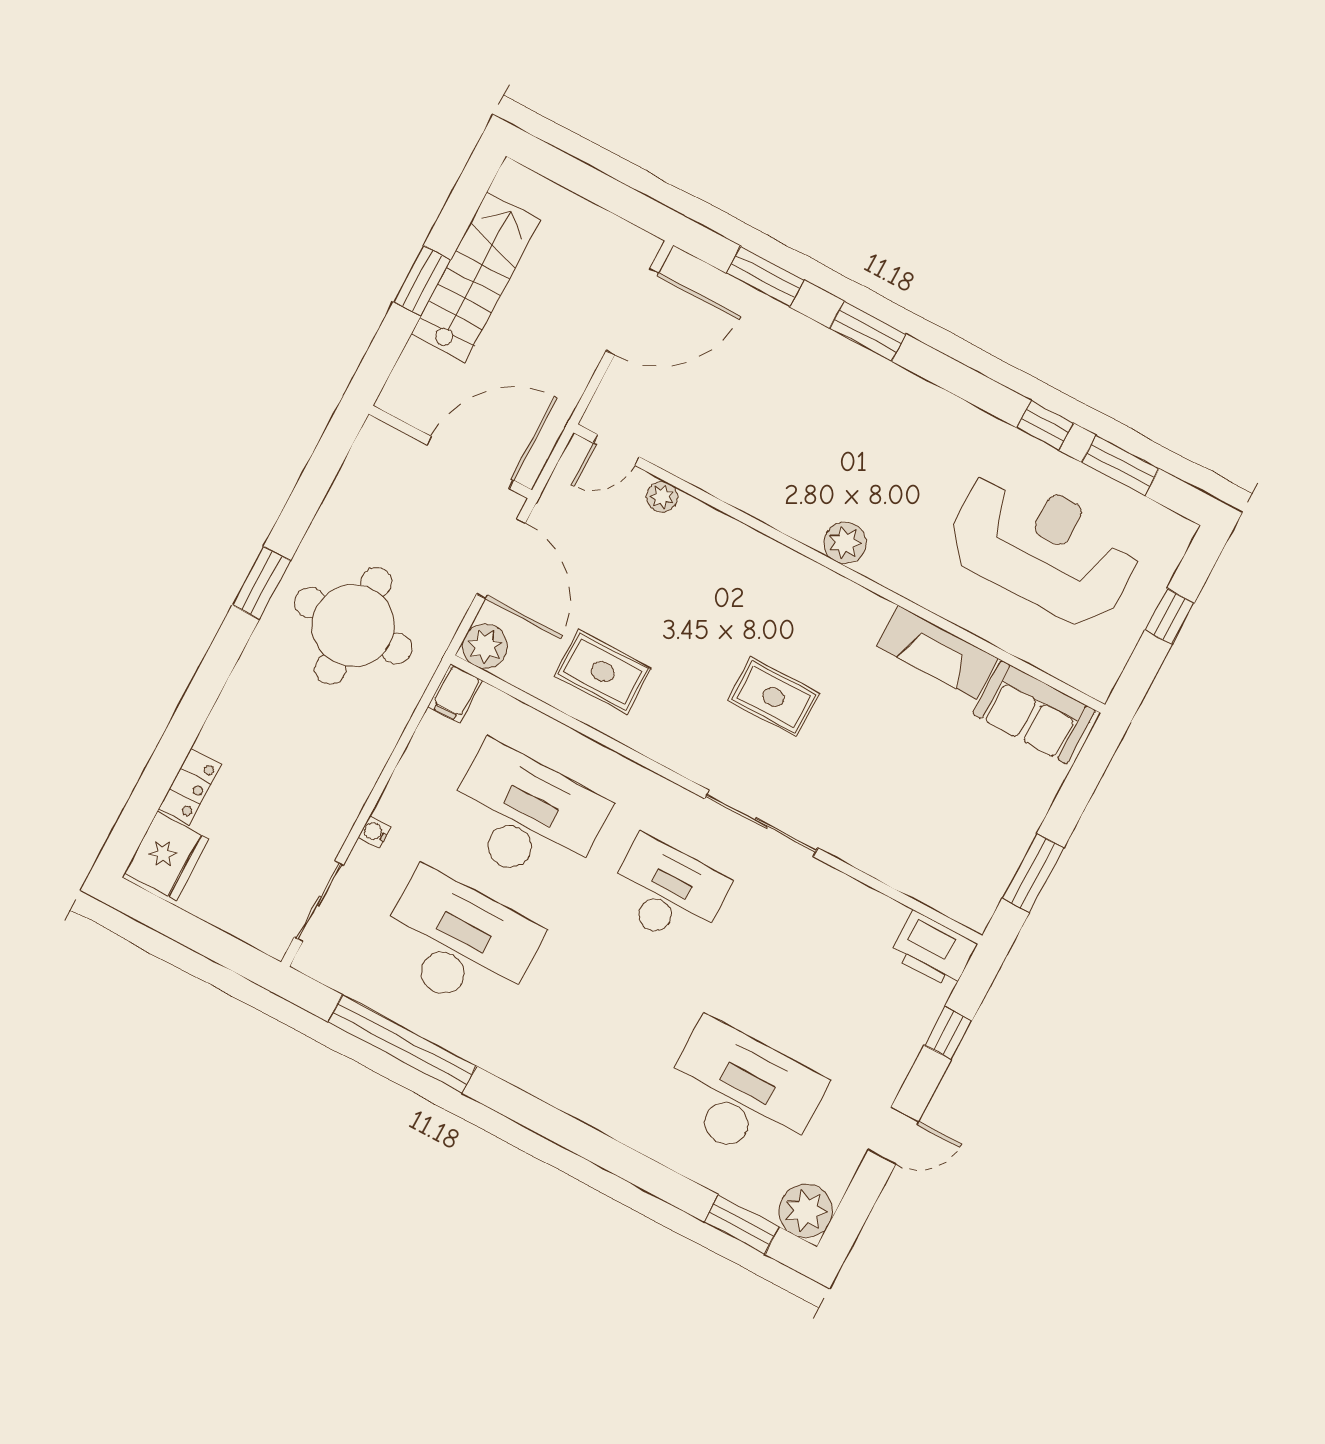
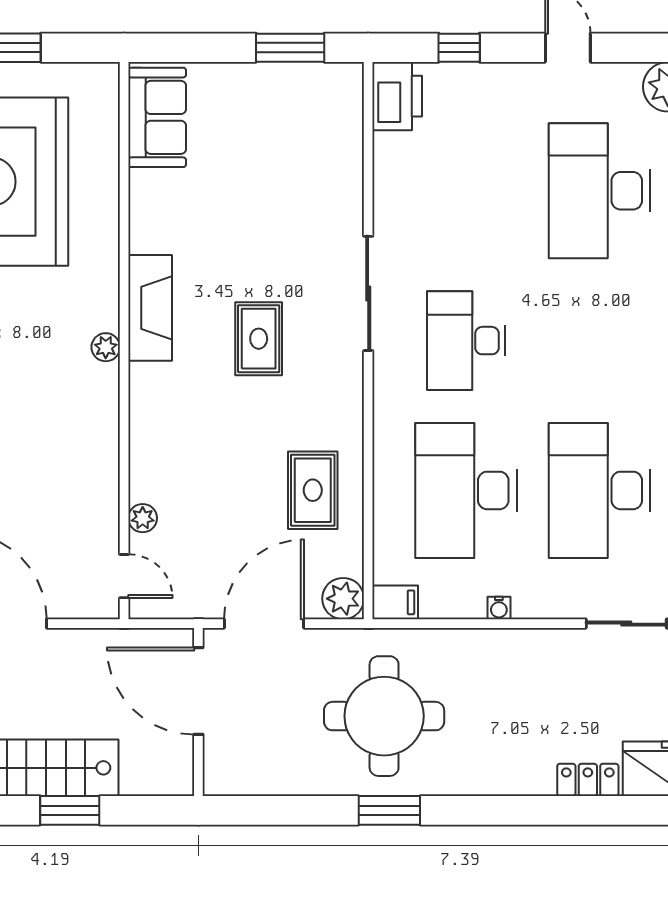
plant: (845, 543) -> (106, 347), width x0.73, depth x0.73
fireplace: (938, 652) -> (150, 308), moved
water cooler: (375, 832) -> (499, 608), moved

